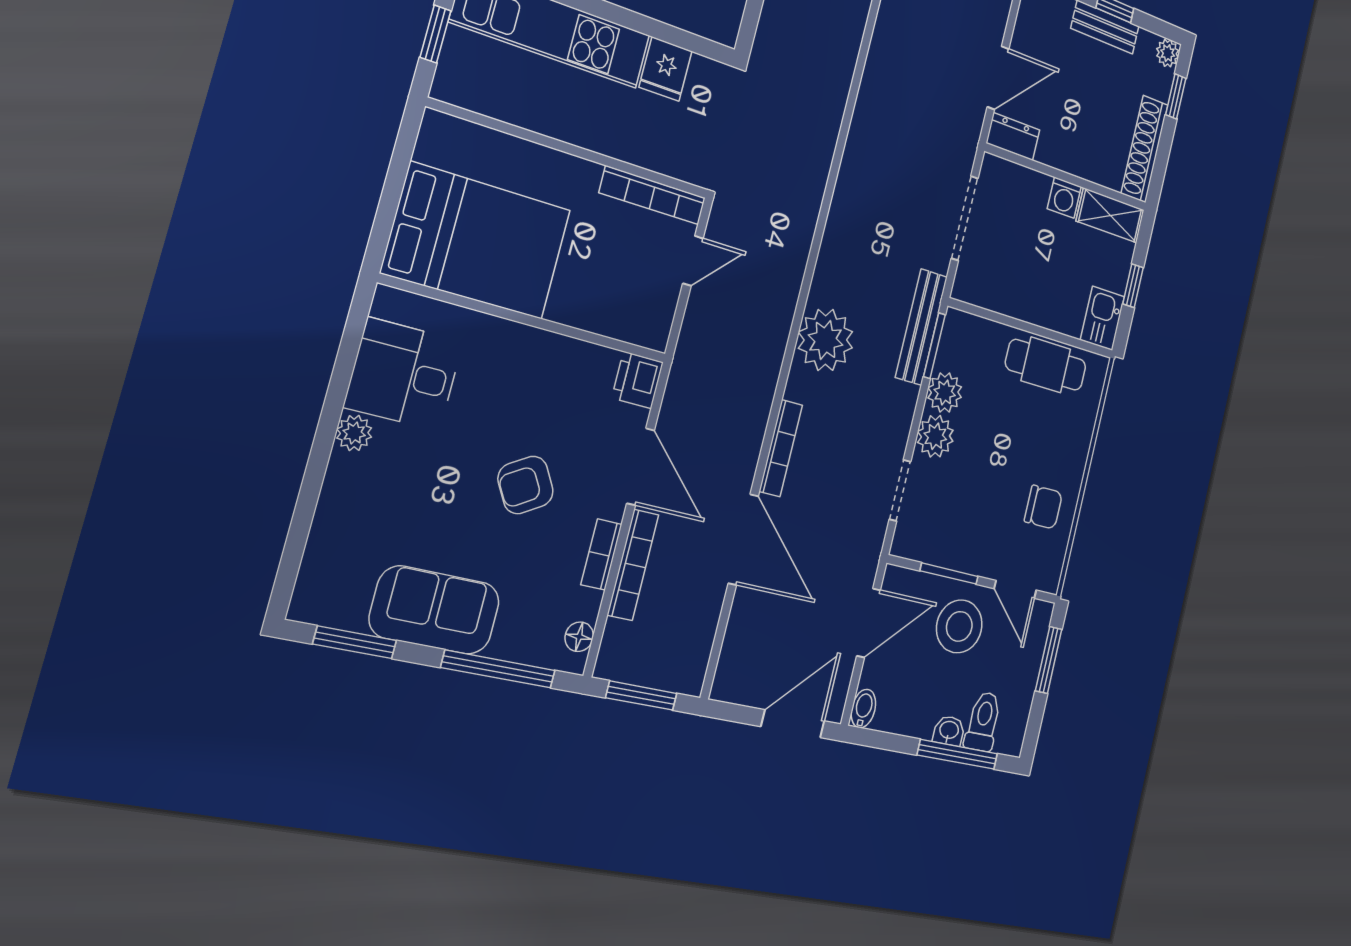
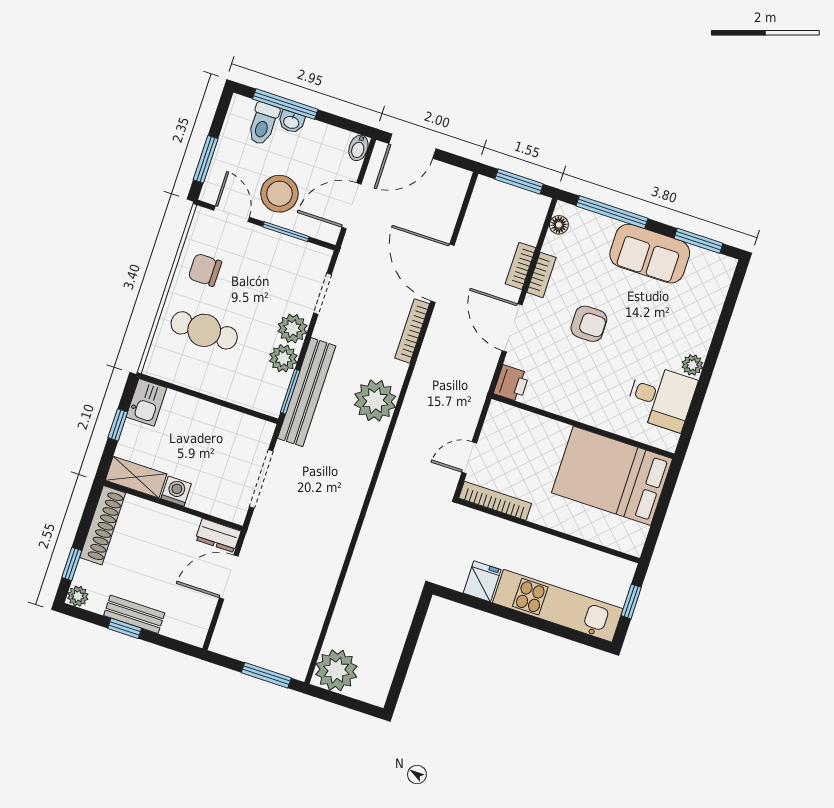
bench: (921, 327) -> (307, 392), width x1.37, depth x1.21
cafe table: (1046, 365) -> (204, 330), moved
armchair: (526, 485) -> (589, 324), turned 31
bookcase: (633, 565) -> (521, 266), width x0.64

